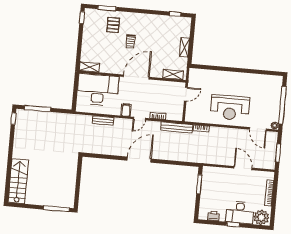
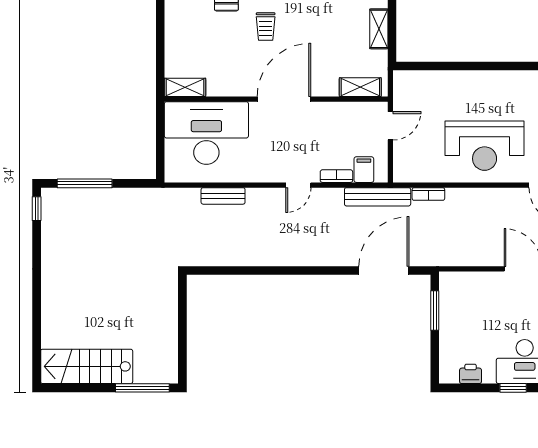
filing cabinet: (126, 110) -> (364, 170), moved
door: (139, 160) -> (384, 271), moved
stairs: (18, 181) -> (87, 366), moved, turned -90

